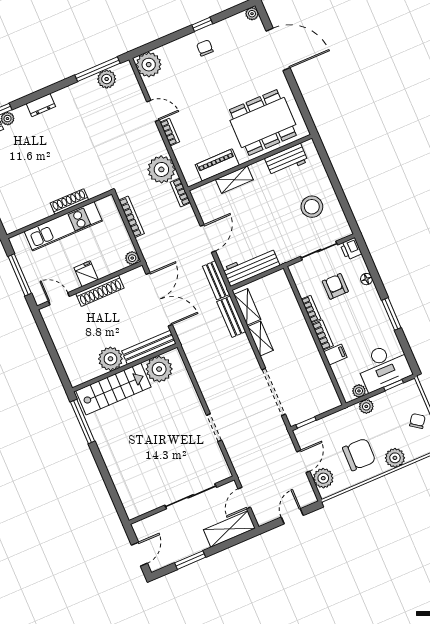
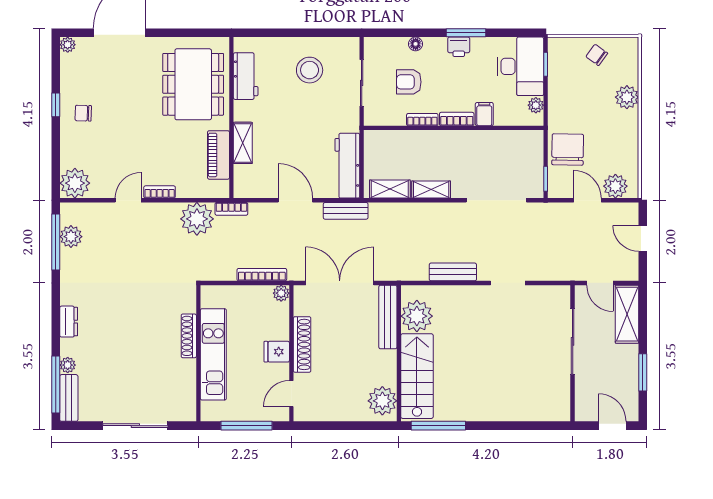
bookcase: (131, 217) -> (262, 275), moved
printer: (351, 249) -> (459, 47), moved
bench: (231, 317) -> (453, 272), moved
plant: (110, 359) -> (382, 401), moved
plant: (366, 406) -> (556, 105), removed
chair: (359, 454) -> (568, 149), moved

